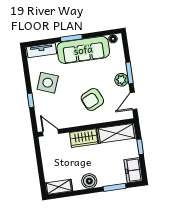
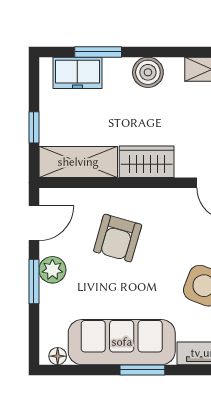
armchair: (92, 100) -> (118, 238), turned 131
freezer: (133, 170) -> (77, 73), moved, turned 90

